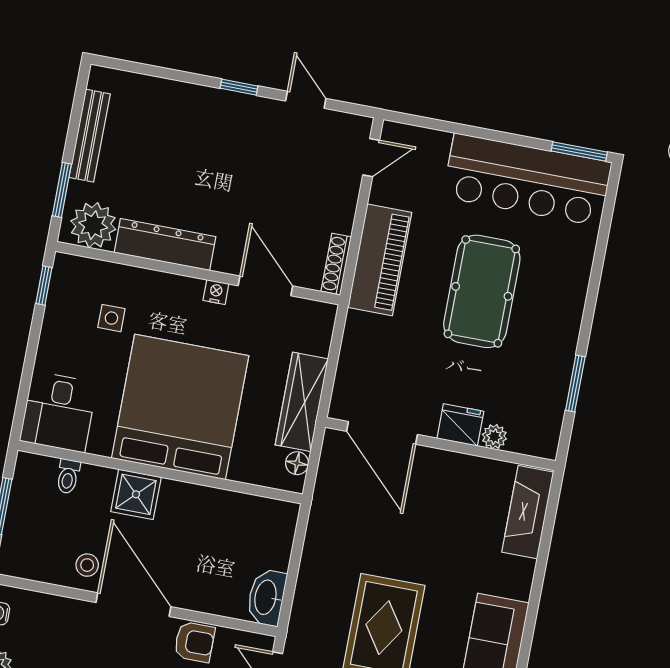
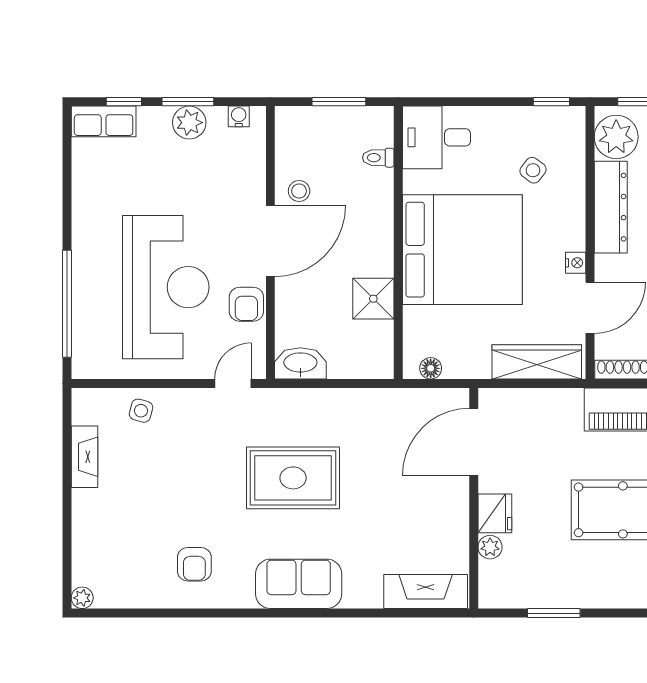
side table: (111, 318) -> (533, 170), turned 37
wardrobe: (302, 402) -> (537, 362), moved
shower: (136, 494) -> (373, 299), moved

